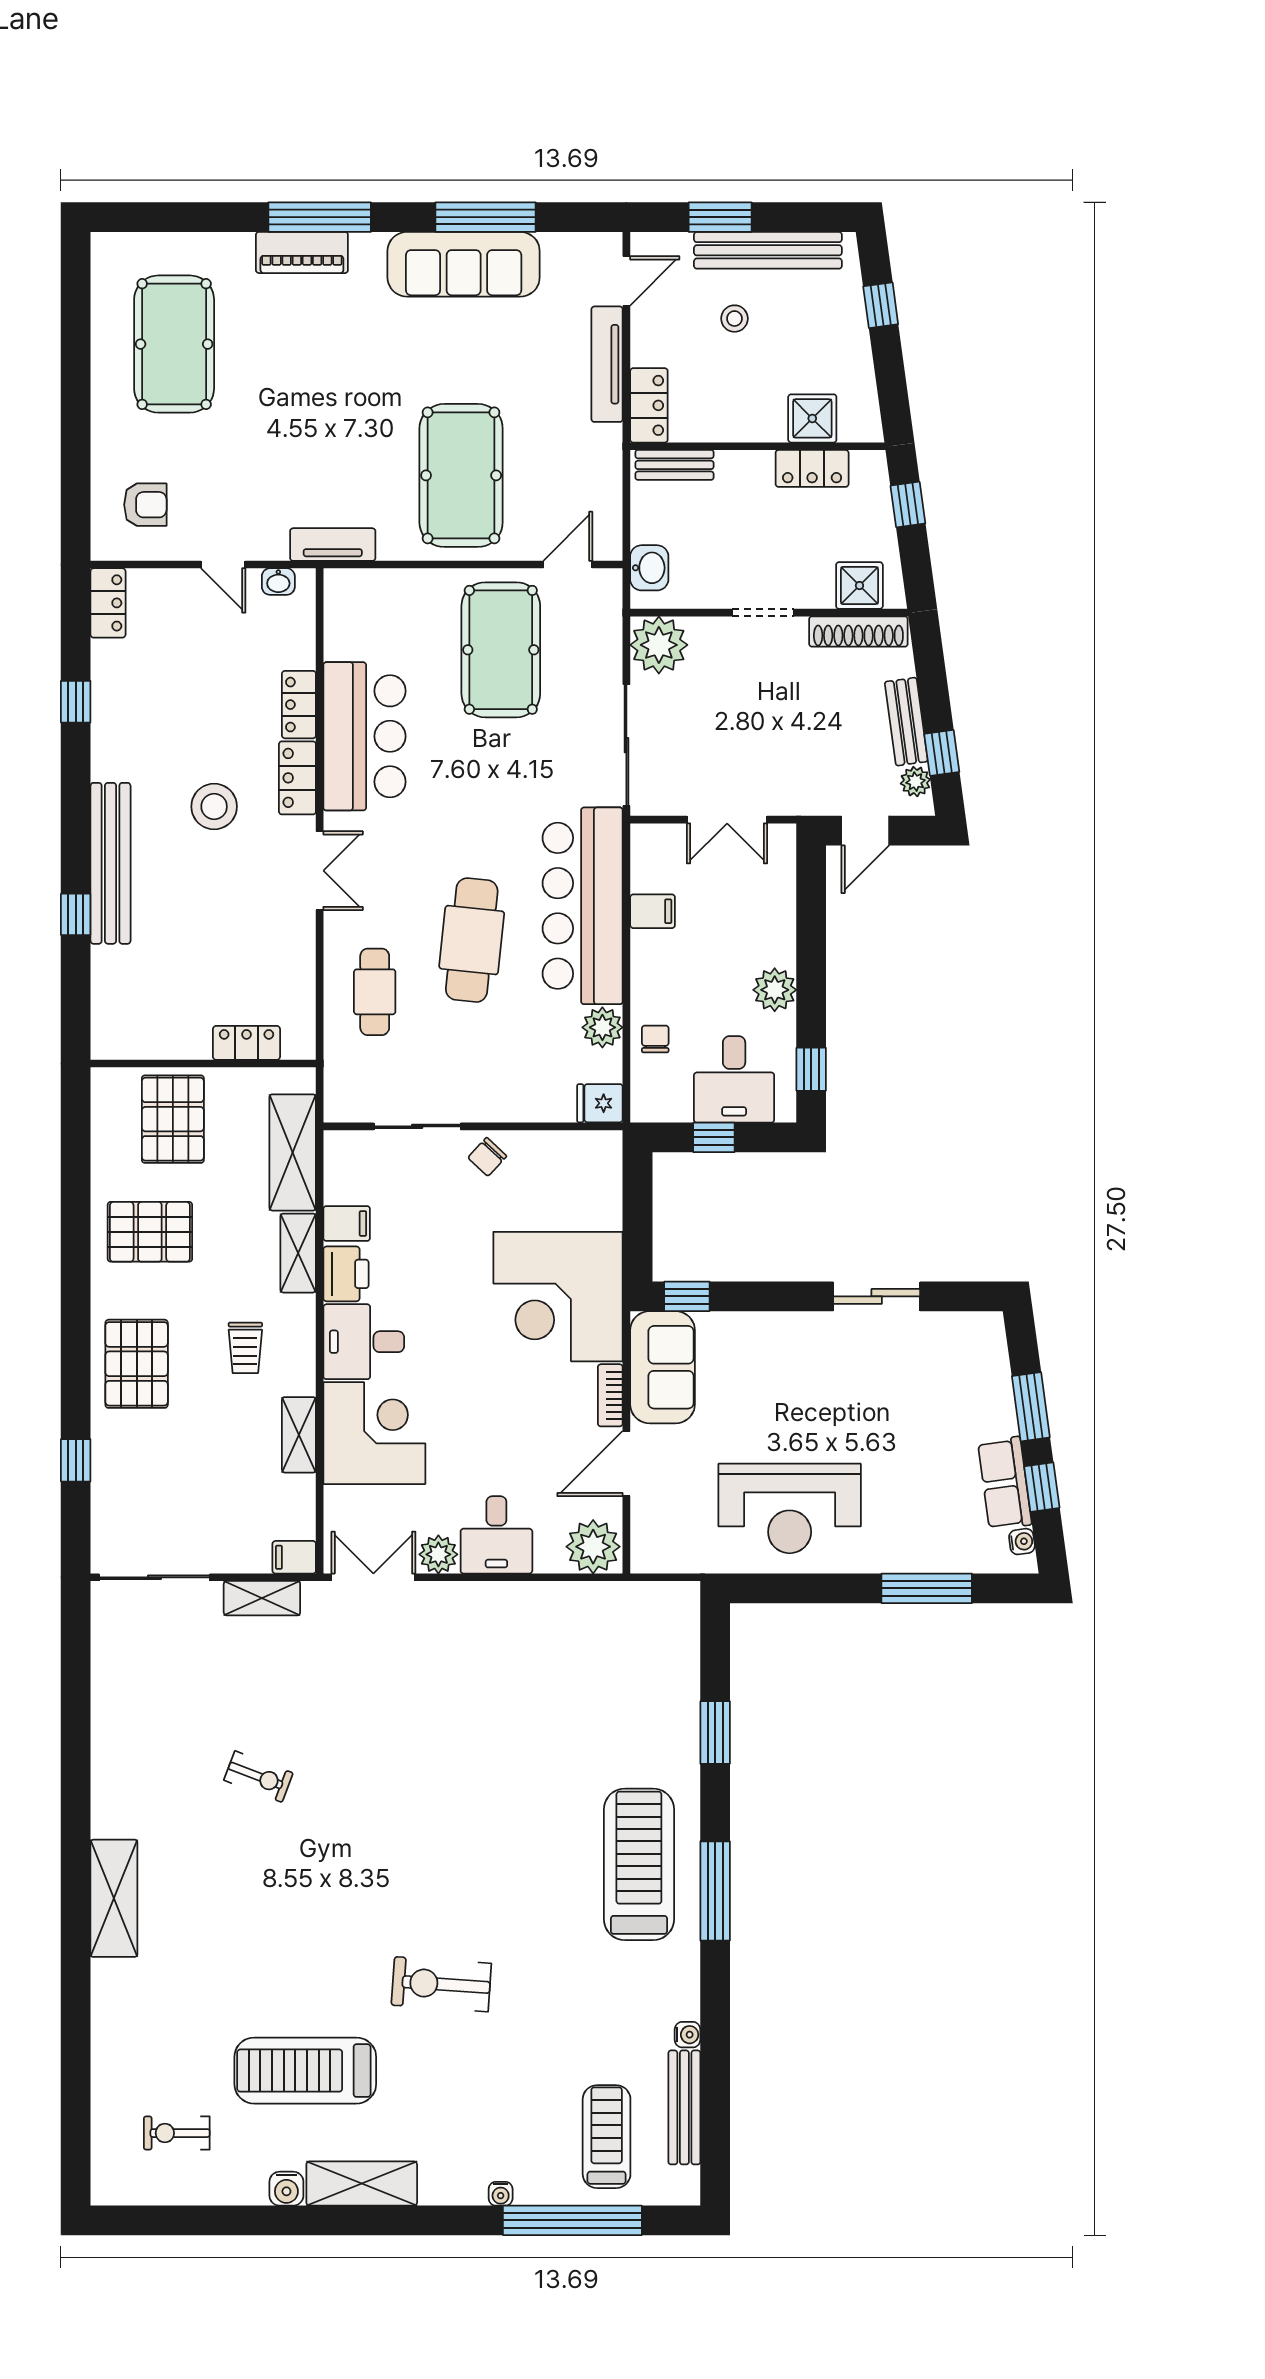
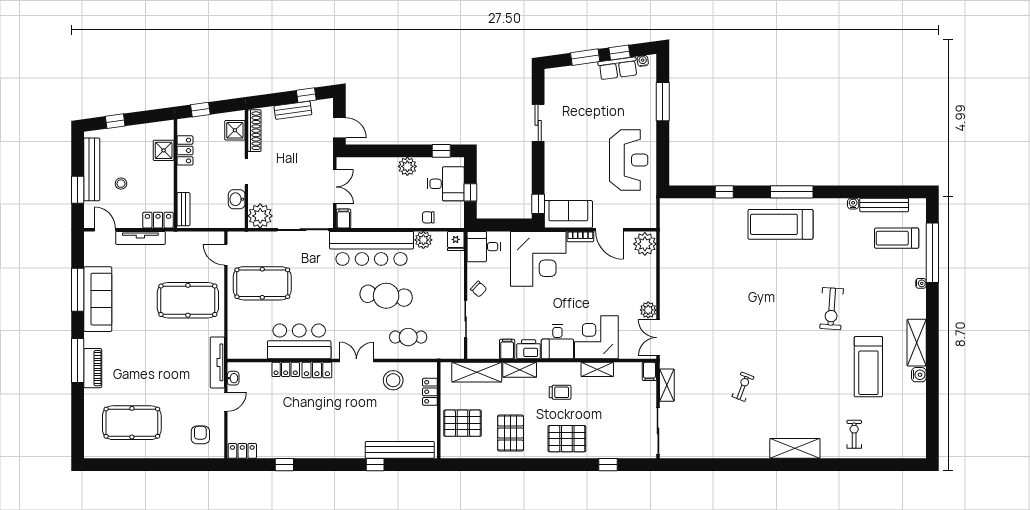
tv unit: (333, 545) -> (217, 362), width x1.41
washbasin: (649, 568) -> (237, 199), moved, turned -90
plant: (915, 782) -> (318, 106), removed
stool: (214, 807) -> (393, 380), moved
bench: (110, 863) -> (400, 450), moved
filing cabinet: (653, 911) -> (343, 219), moved
desk: (496, 1535) -> (484, 247), moved, turned 180
window: (715, 1733) -> (724, 192), width x0.67
exercise bike: (177, 2133) -> (854, 434), moved, turned 180

